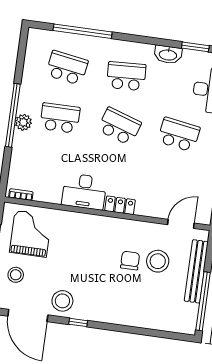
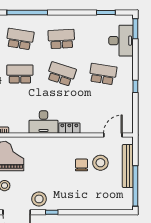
washbasin: (168, 55) -> (88, 20), removed

